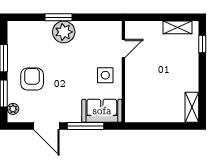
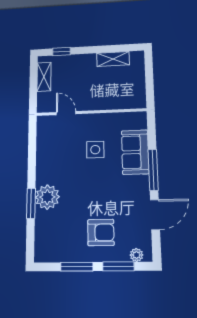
door: (123, 49) -> (66, 113), moved
wall: (123, 72) -> (91, 112), moved
armchair: (32, 79) -> (101, 232), turned 180
shelving: (192, 107) -> (113, 59), moved

